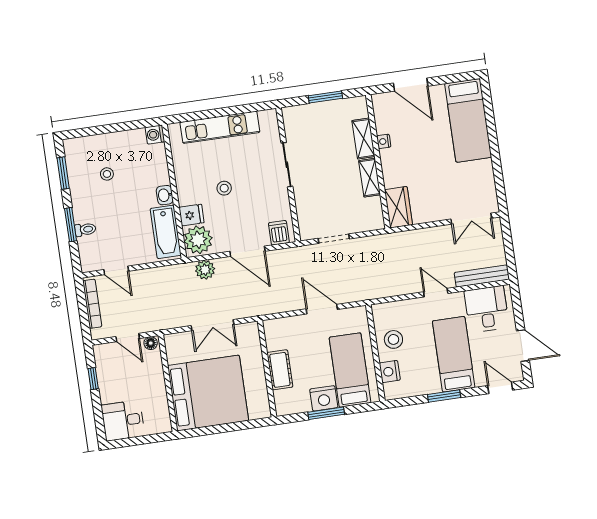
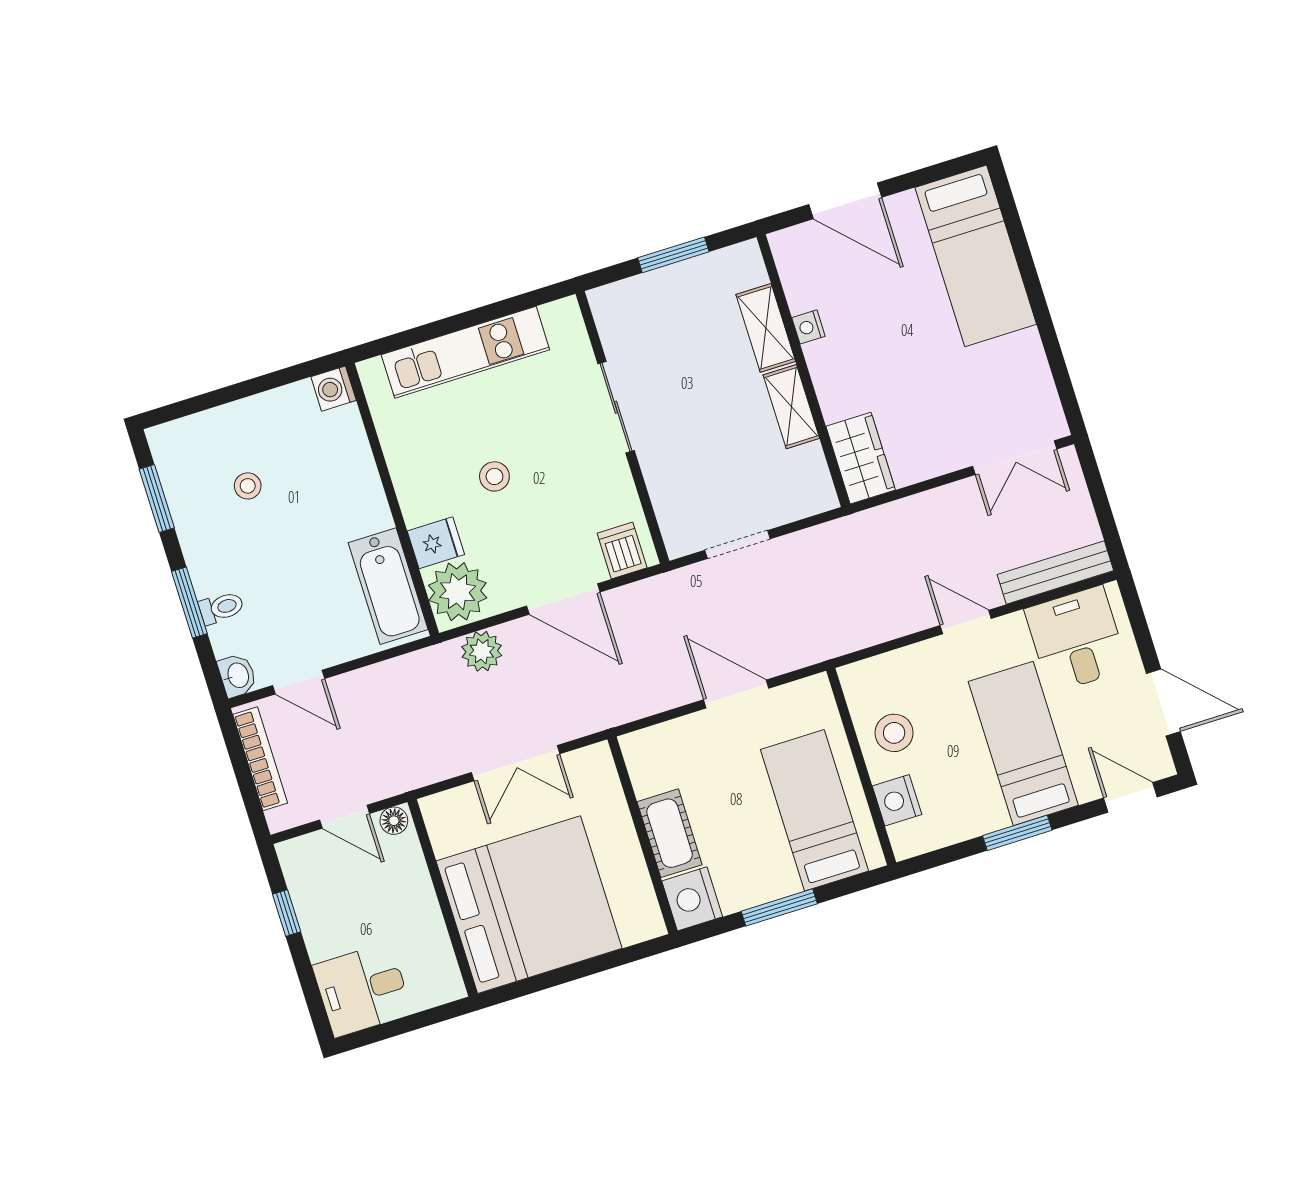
washbasin: (165, 195) -> (237, 676), moved, turned 180
nightstand: (324, 398) -> (692, 899), moved, turned 90

